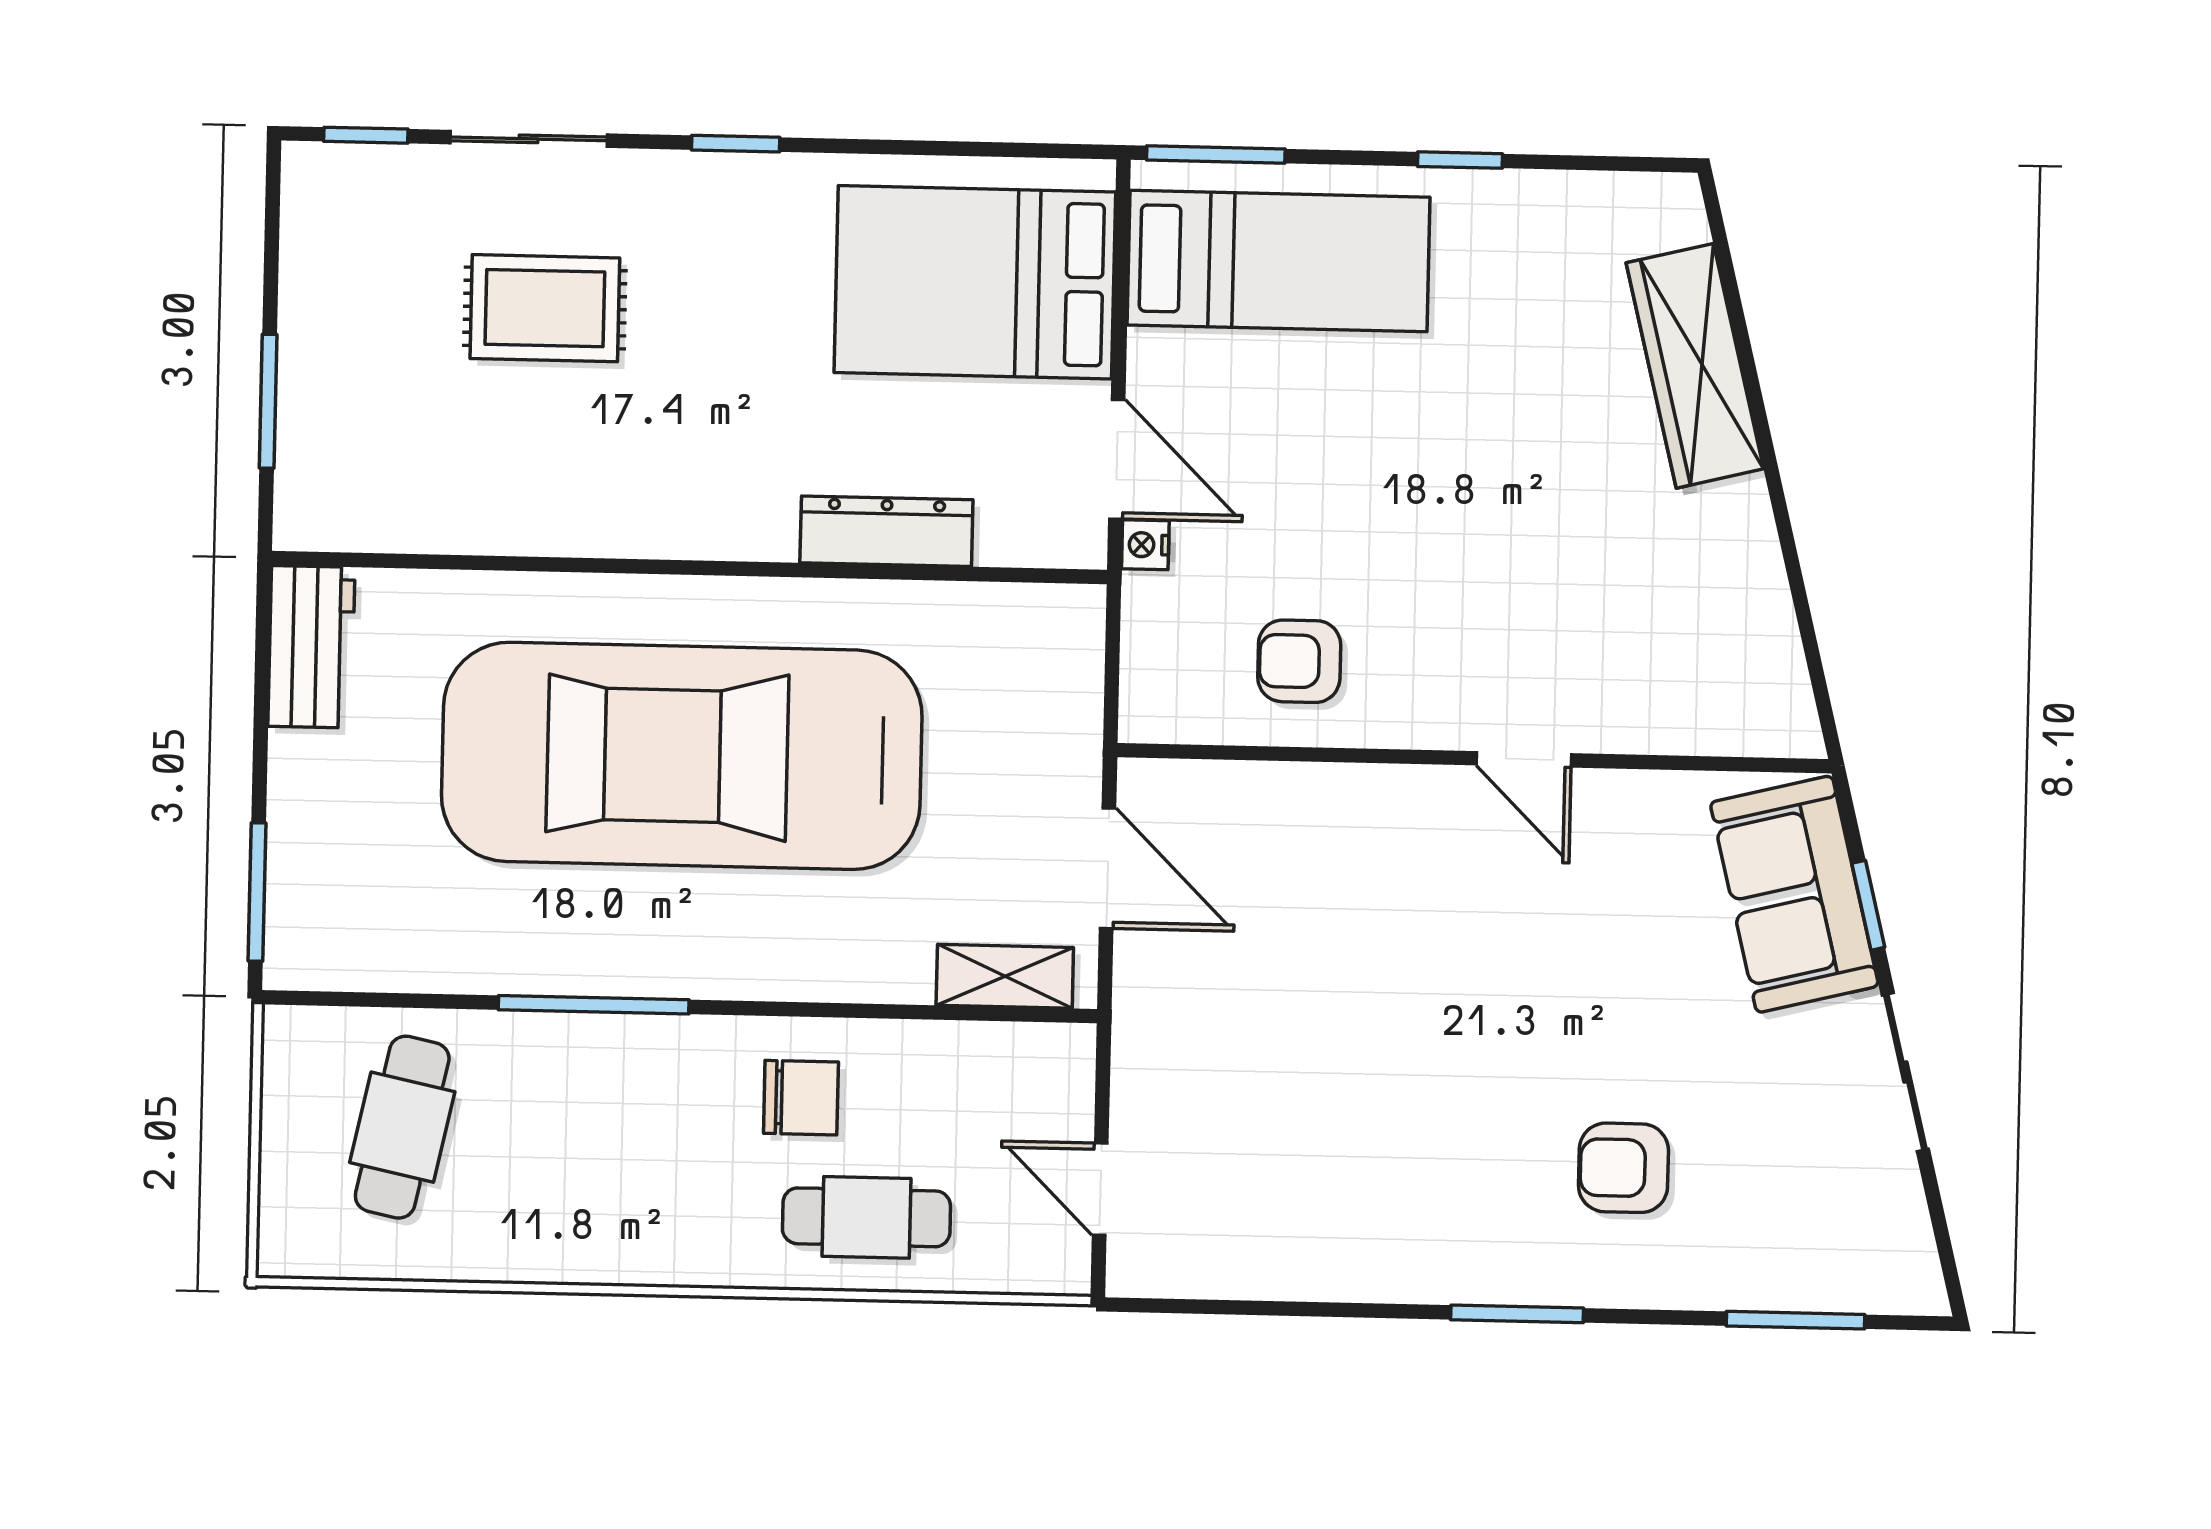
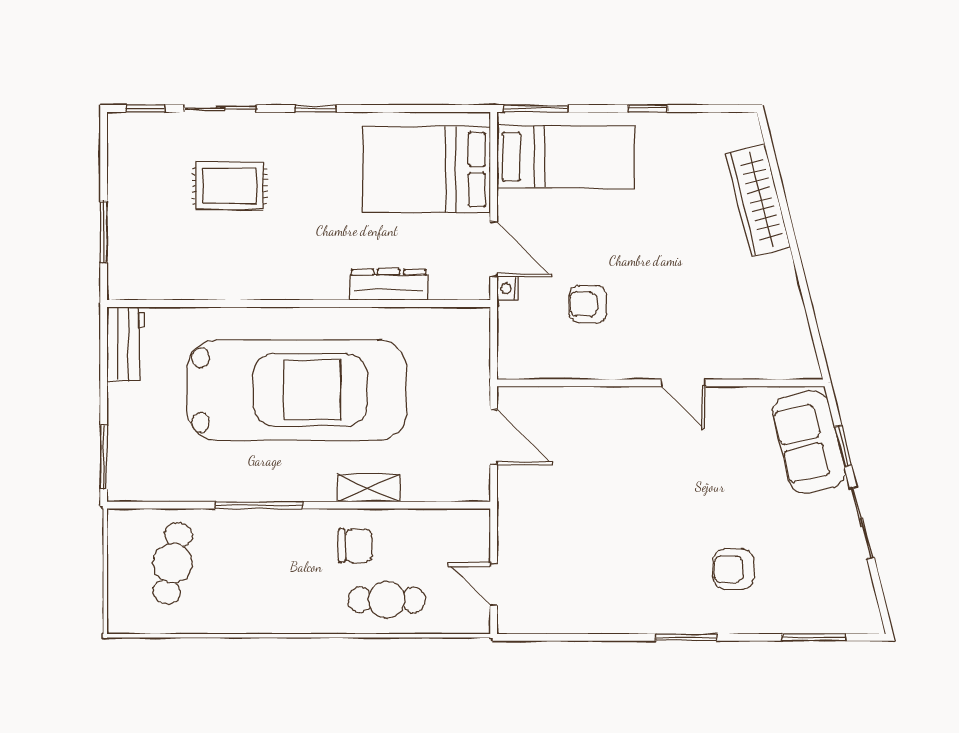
armchair: (1299, 661) -> (588, 304), moved
car: (682, 756) -> (297, 390), turned 180
shelving: (1005, 976) -> (369, 488), moved

